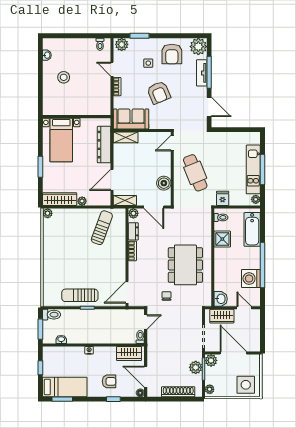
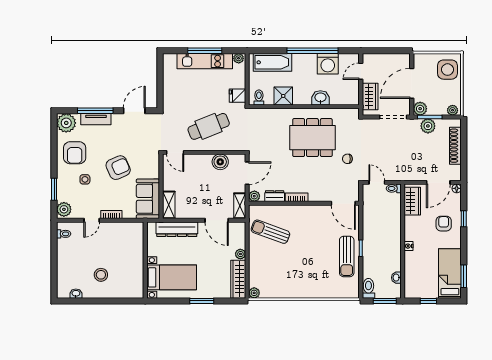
armchair: (172, 54) -> (75, 153), turned 90
washbasin: (221, 299) -> (320, 98), moved

